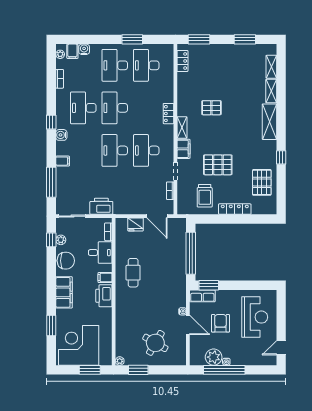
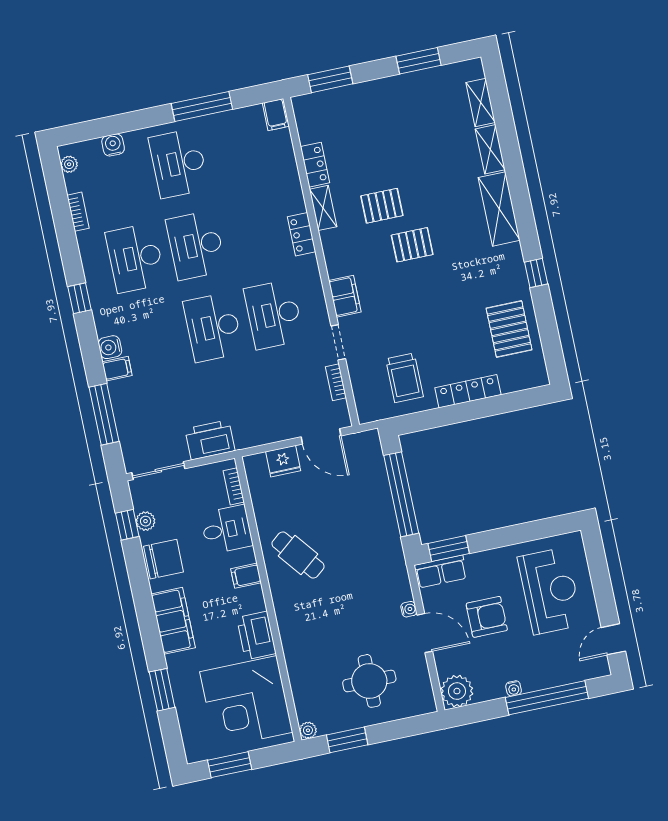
window: (132, 39) -> (202, 106), width x1.44
filing cabinet: (72, 51) -> (276, 115), moved
locker: (182, 61) -> (315, 165), moved
desk: (146, 65) -> (239, 151), removed
shelving: (182, 128) -> (323, 208), moved
water cooler: (61, 135) -> (110, 347), moved
pallet: (218, 165) -> (412, 245), moved, width x0.67, depth x0.71
cafe table: (133, 273) -> (298, 555), turned -39
printer: (104, 296) -> (256, 635), moved
armchair: (220, 323) -> (487, 617), turned 90
round table: (155, 343) -> (369, 681), turned -30
corner desk: (79, 345) -> (246, 702), moved, turned -90
plant: (214, 357) -> (457, 691), moved
window: (90, 370) -> (230, 765), moved
window: (224, 370) -> (547, 698), moved

